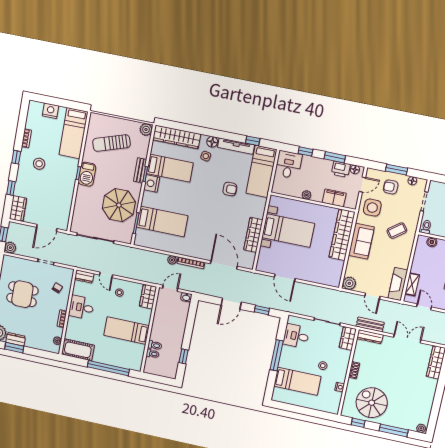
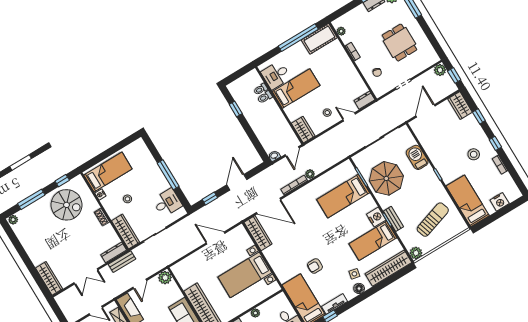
tv unit: (236, 146) -> (335, 304), width x0.71
barbecue: (87, 174) -> (417, 157), moved
wardrobe: (253, 235) -> (258, 233), moved
dining table: (22, 294) -> (399, 43), turned 90
door: (372, 296) -> (140, 284), swing flipped
desk: (81, 307) -> (276, 75), moved, turned 180
wardrobe: (348, 338) -> (125, 231), width x1.50
window: (108, 368) -> (298, 38), moved
bed: (297, 381) -> (108, 172), moved, turned 180

